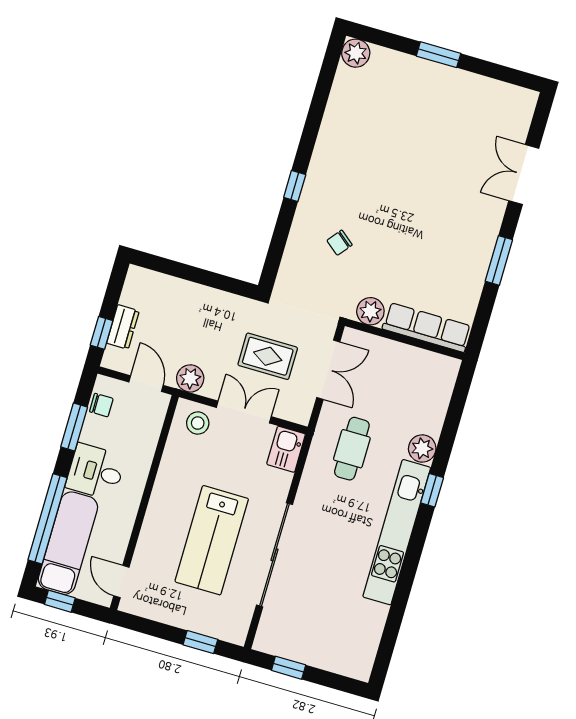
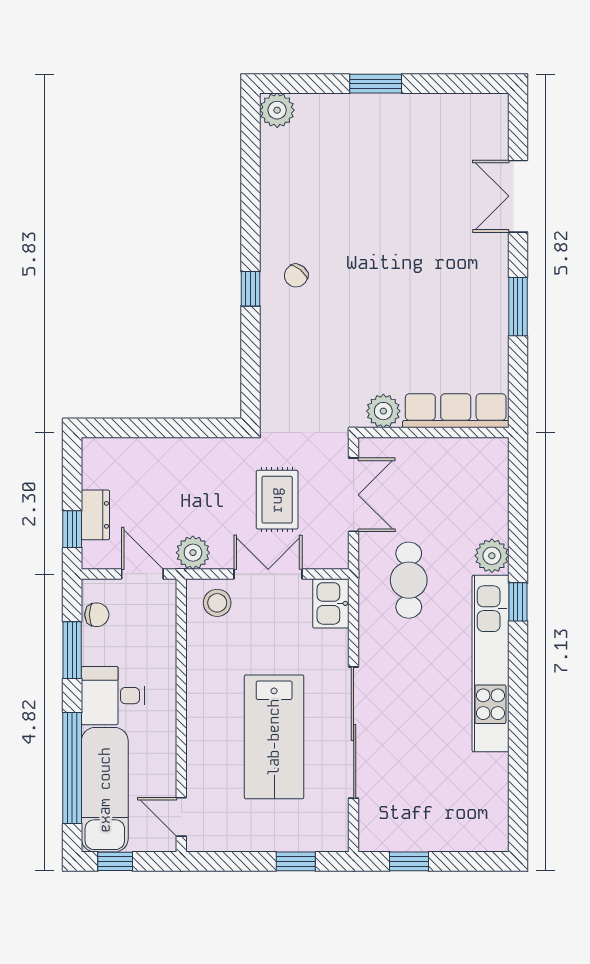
chair: (339, 243) -> (296, 276), moved
rug: (268, 356) -> (277, 500), turned 90

